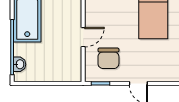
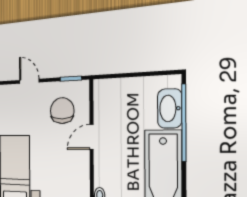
washbasin: (20, 64) -> (170, 108), width x1.91, depth x1.45

